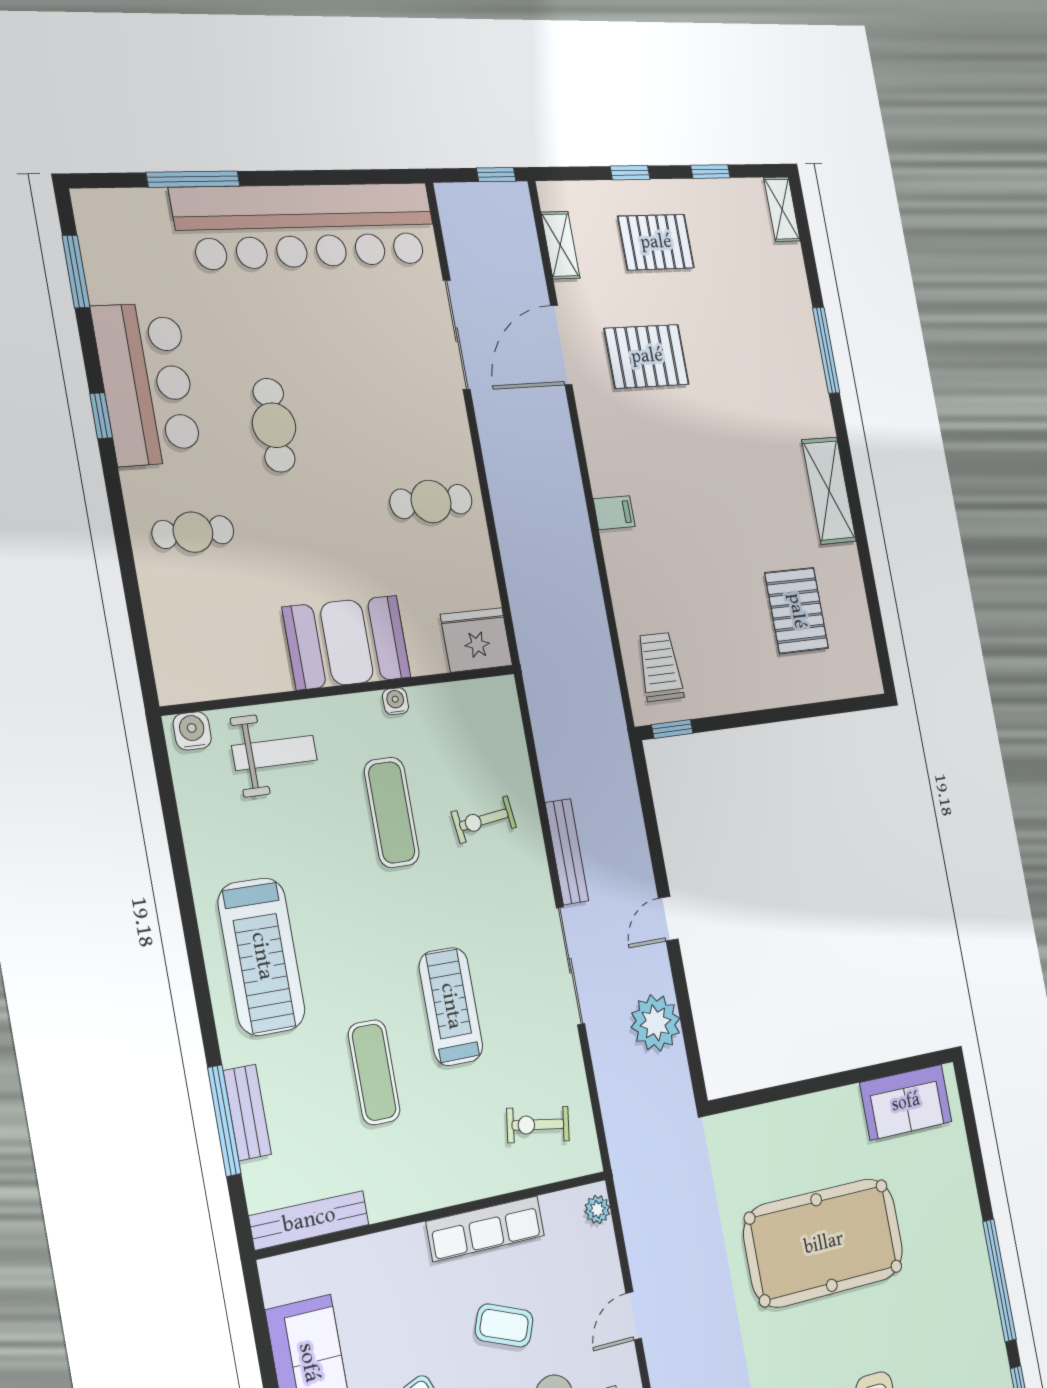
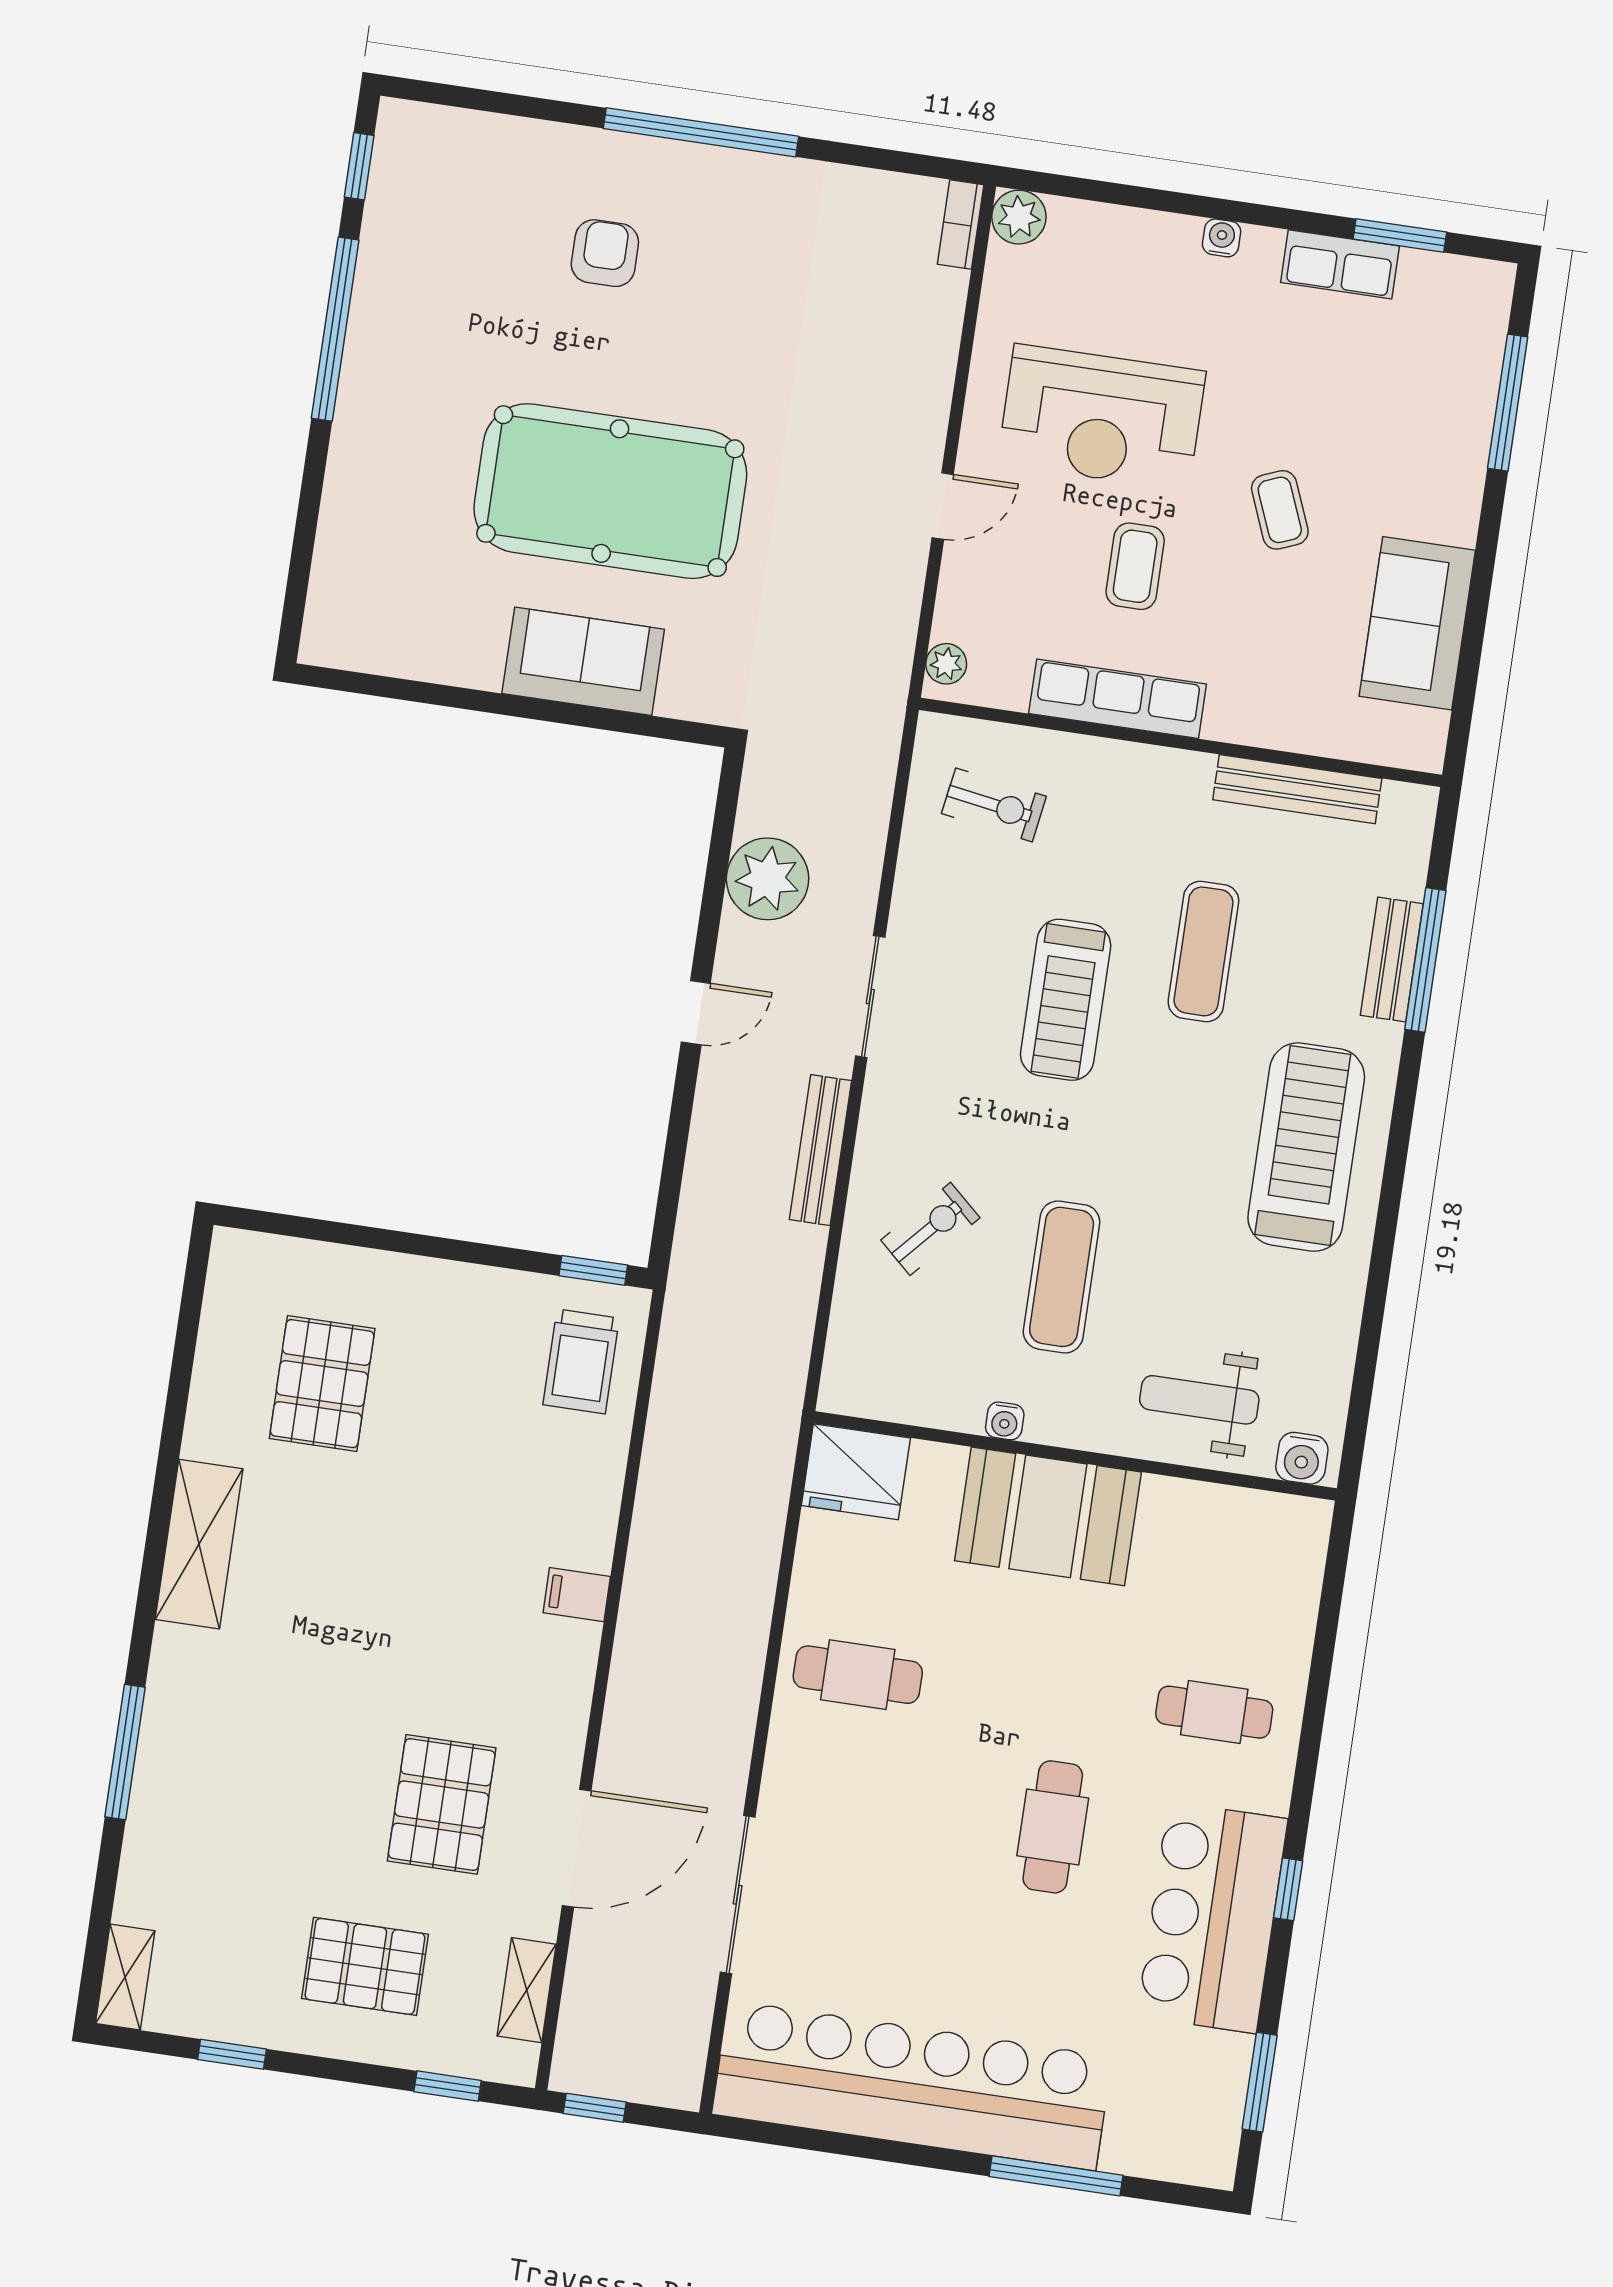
window: (630, 173) -> (448, 2086), moved
pallet: (647, 356) -> (442, 1804), turned 90
exercise bike: (484, 820) -> (930, 1229), turned -41
sliding door: (570, 966) -> (870, 997), width x0.73
sofa: (906, 1102) -> (583, 661), moved
bench: (309, 1220) -> (1297, 789), moved
coffee table: (504, 1325) -> (1135, 566), turned 69

